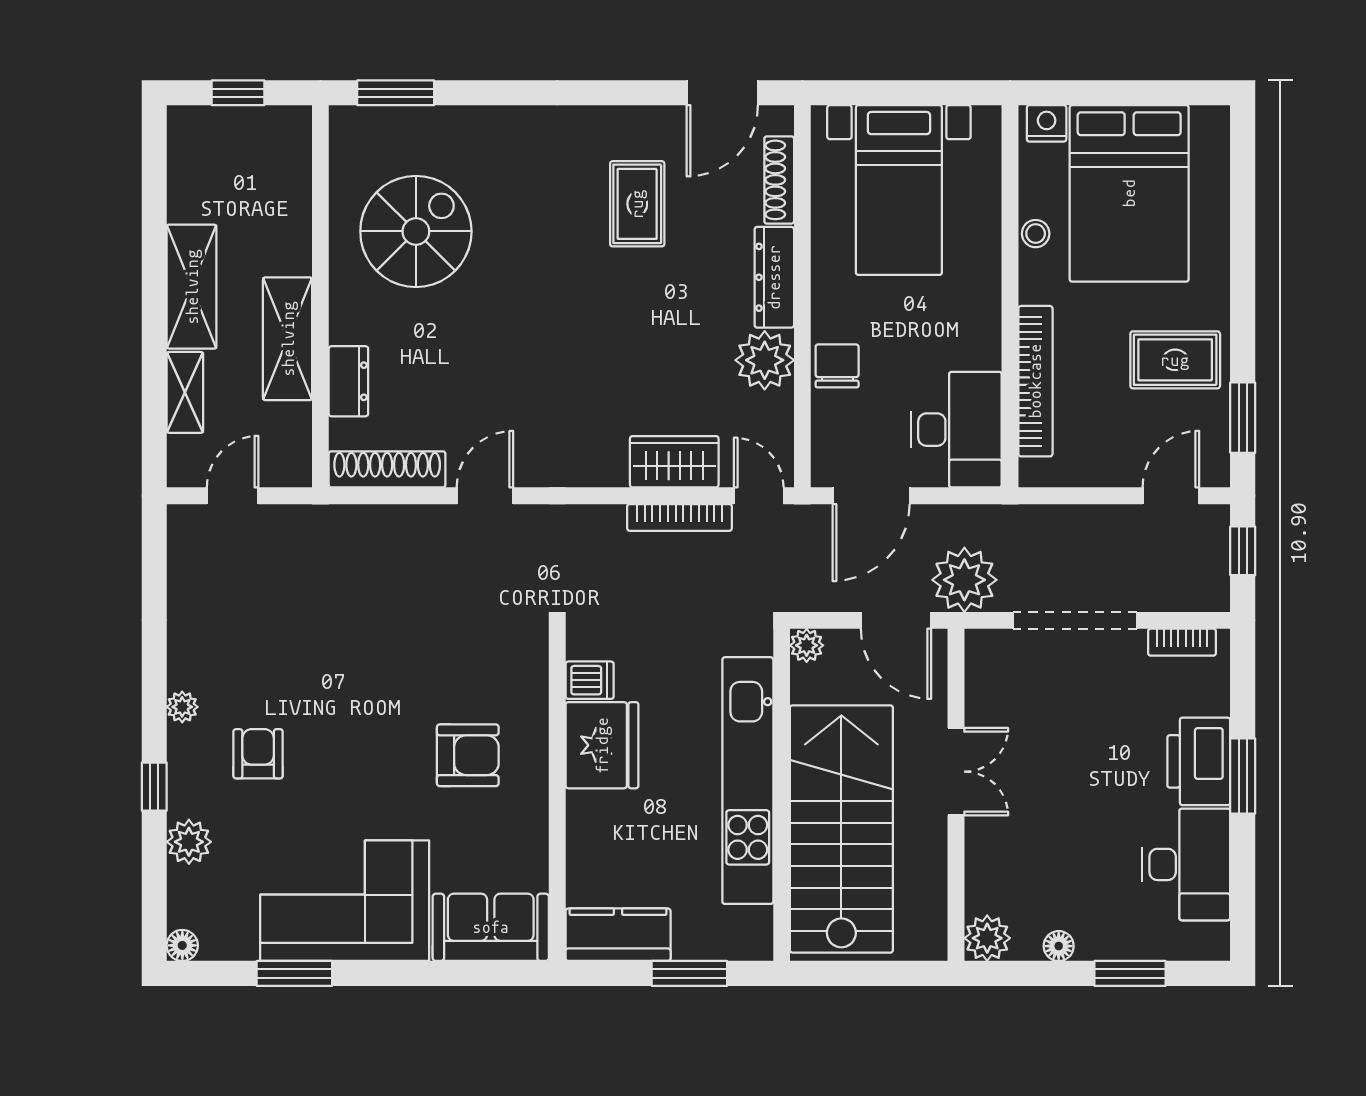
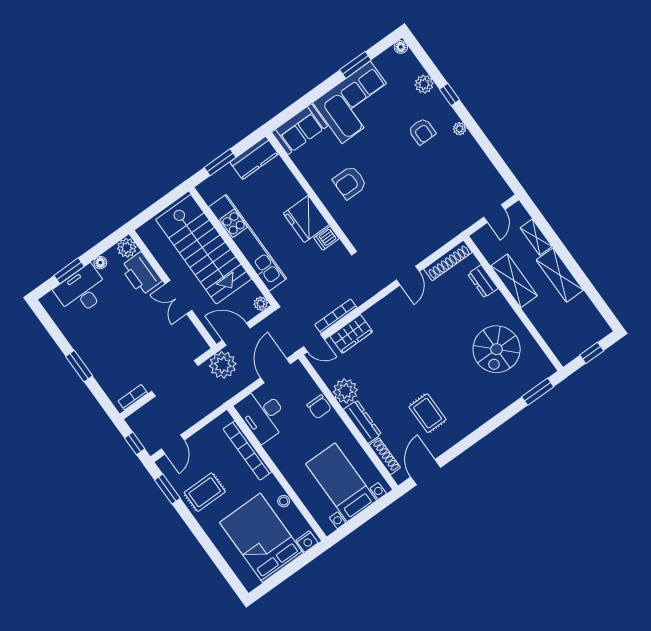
printer: (1199, 761) -> (141, 274), moved, turned 180
desk: (1186, 864) -> (82, 291), moved, turned 90

